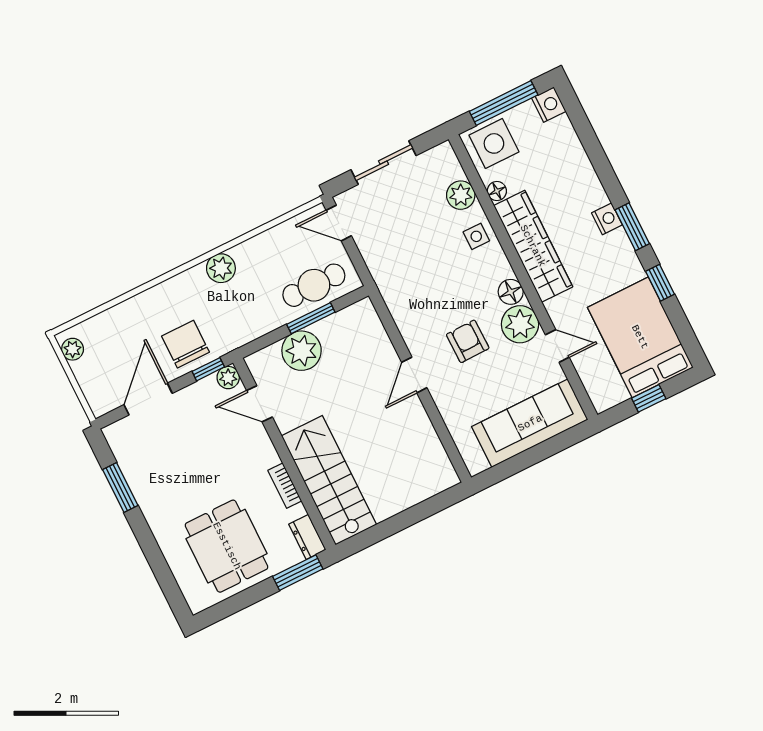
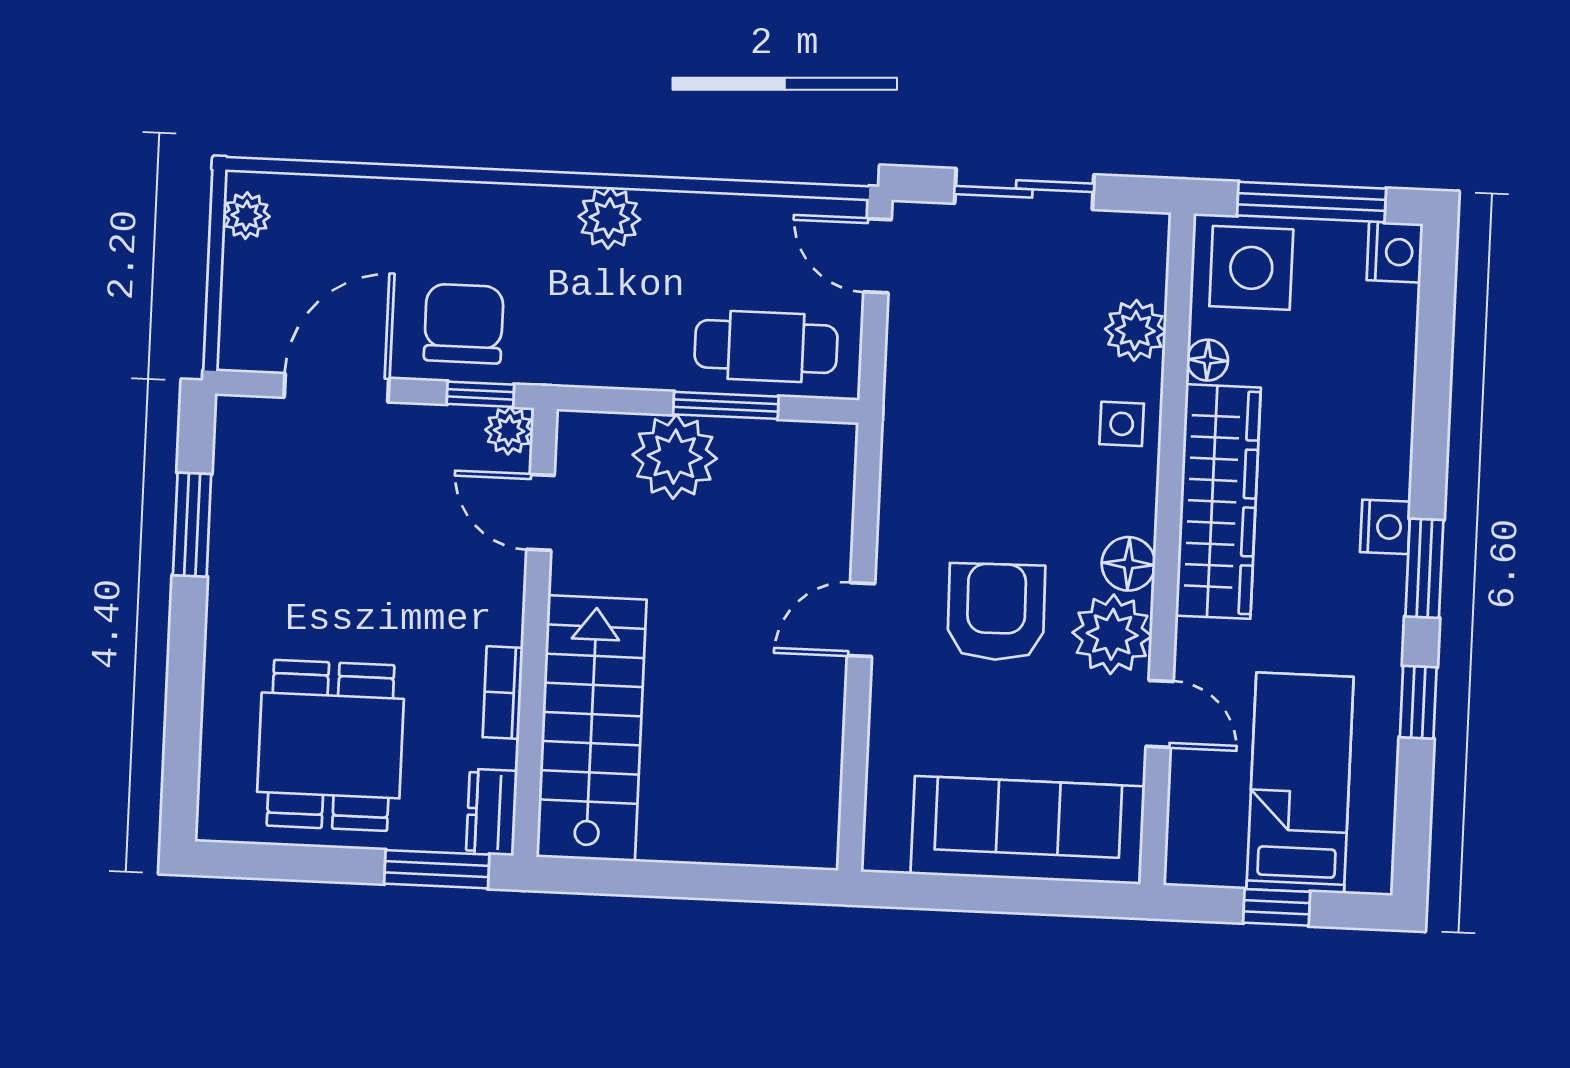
bed: (640, 337) -> (1300, 783), width x0.67
armchair: (468, 341) -> (996, 612), width x1.38, depth x1.38

